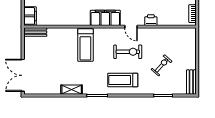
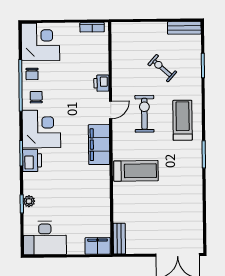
treadmill: (123, 80) -> (183, 120), turned 180
shelving: (72, 90) -> (196, 189), removed

